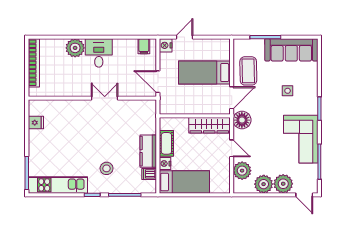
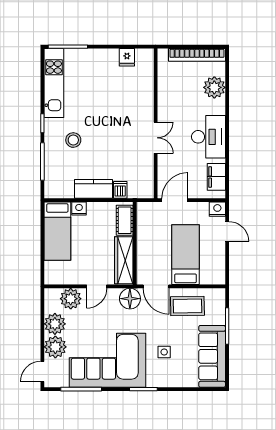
filing cabinet: (144, 46) -> (216, 177), width x2.00
plant: (75, 48) -> (214, 87), moved
desk: (99, 53) -> (208, 137), width x1.37
corner sofa: (301, 139) -> (108, 360), width x1.36, depth x1.36
cot: (166, 143) -> (125, 220), moved, turned 90
dishwasher: (149, 174) -> (120, 190), moved

